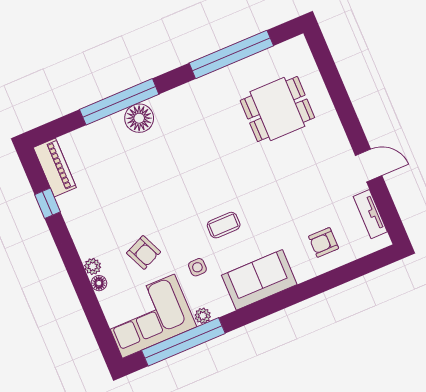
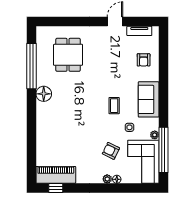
window: (119, 102) -> (31, 131), removed
floor lamp: (139, 118) -> (44, 94), moved
piano: (55, 168) -> (56, 175), width x1.37, depth x1.33
window: (48, 203) -> (56, 188), moved
armchair: (144, 252) -> (111, 151), turned -130

